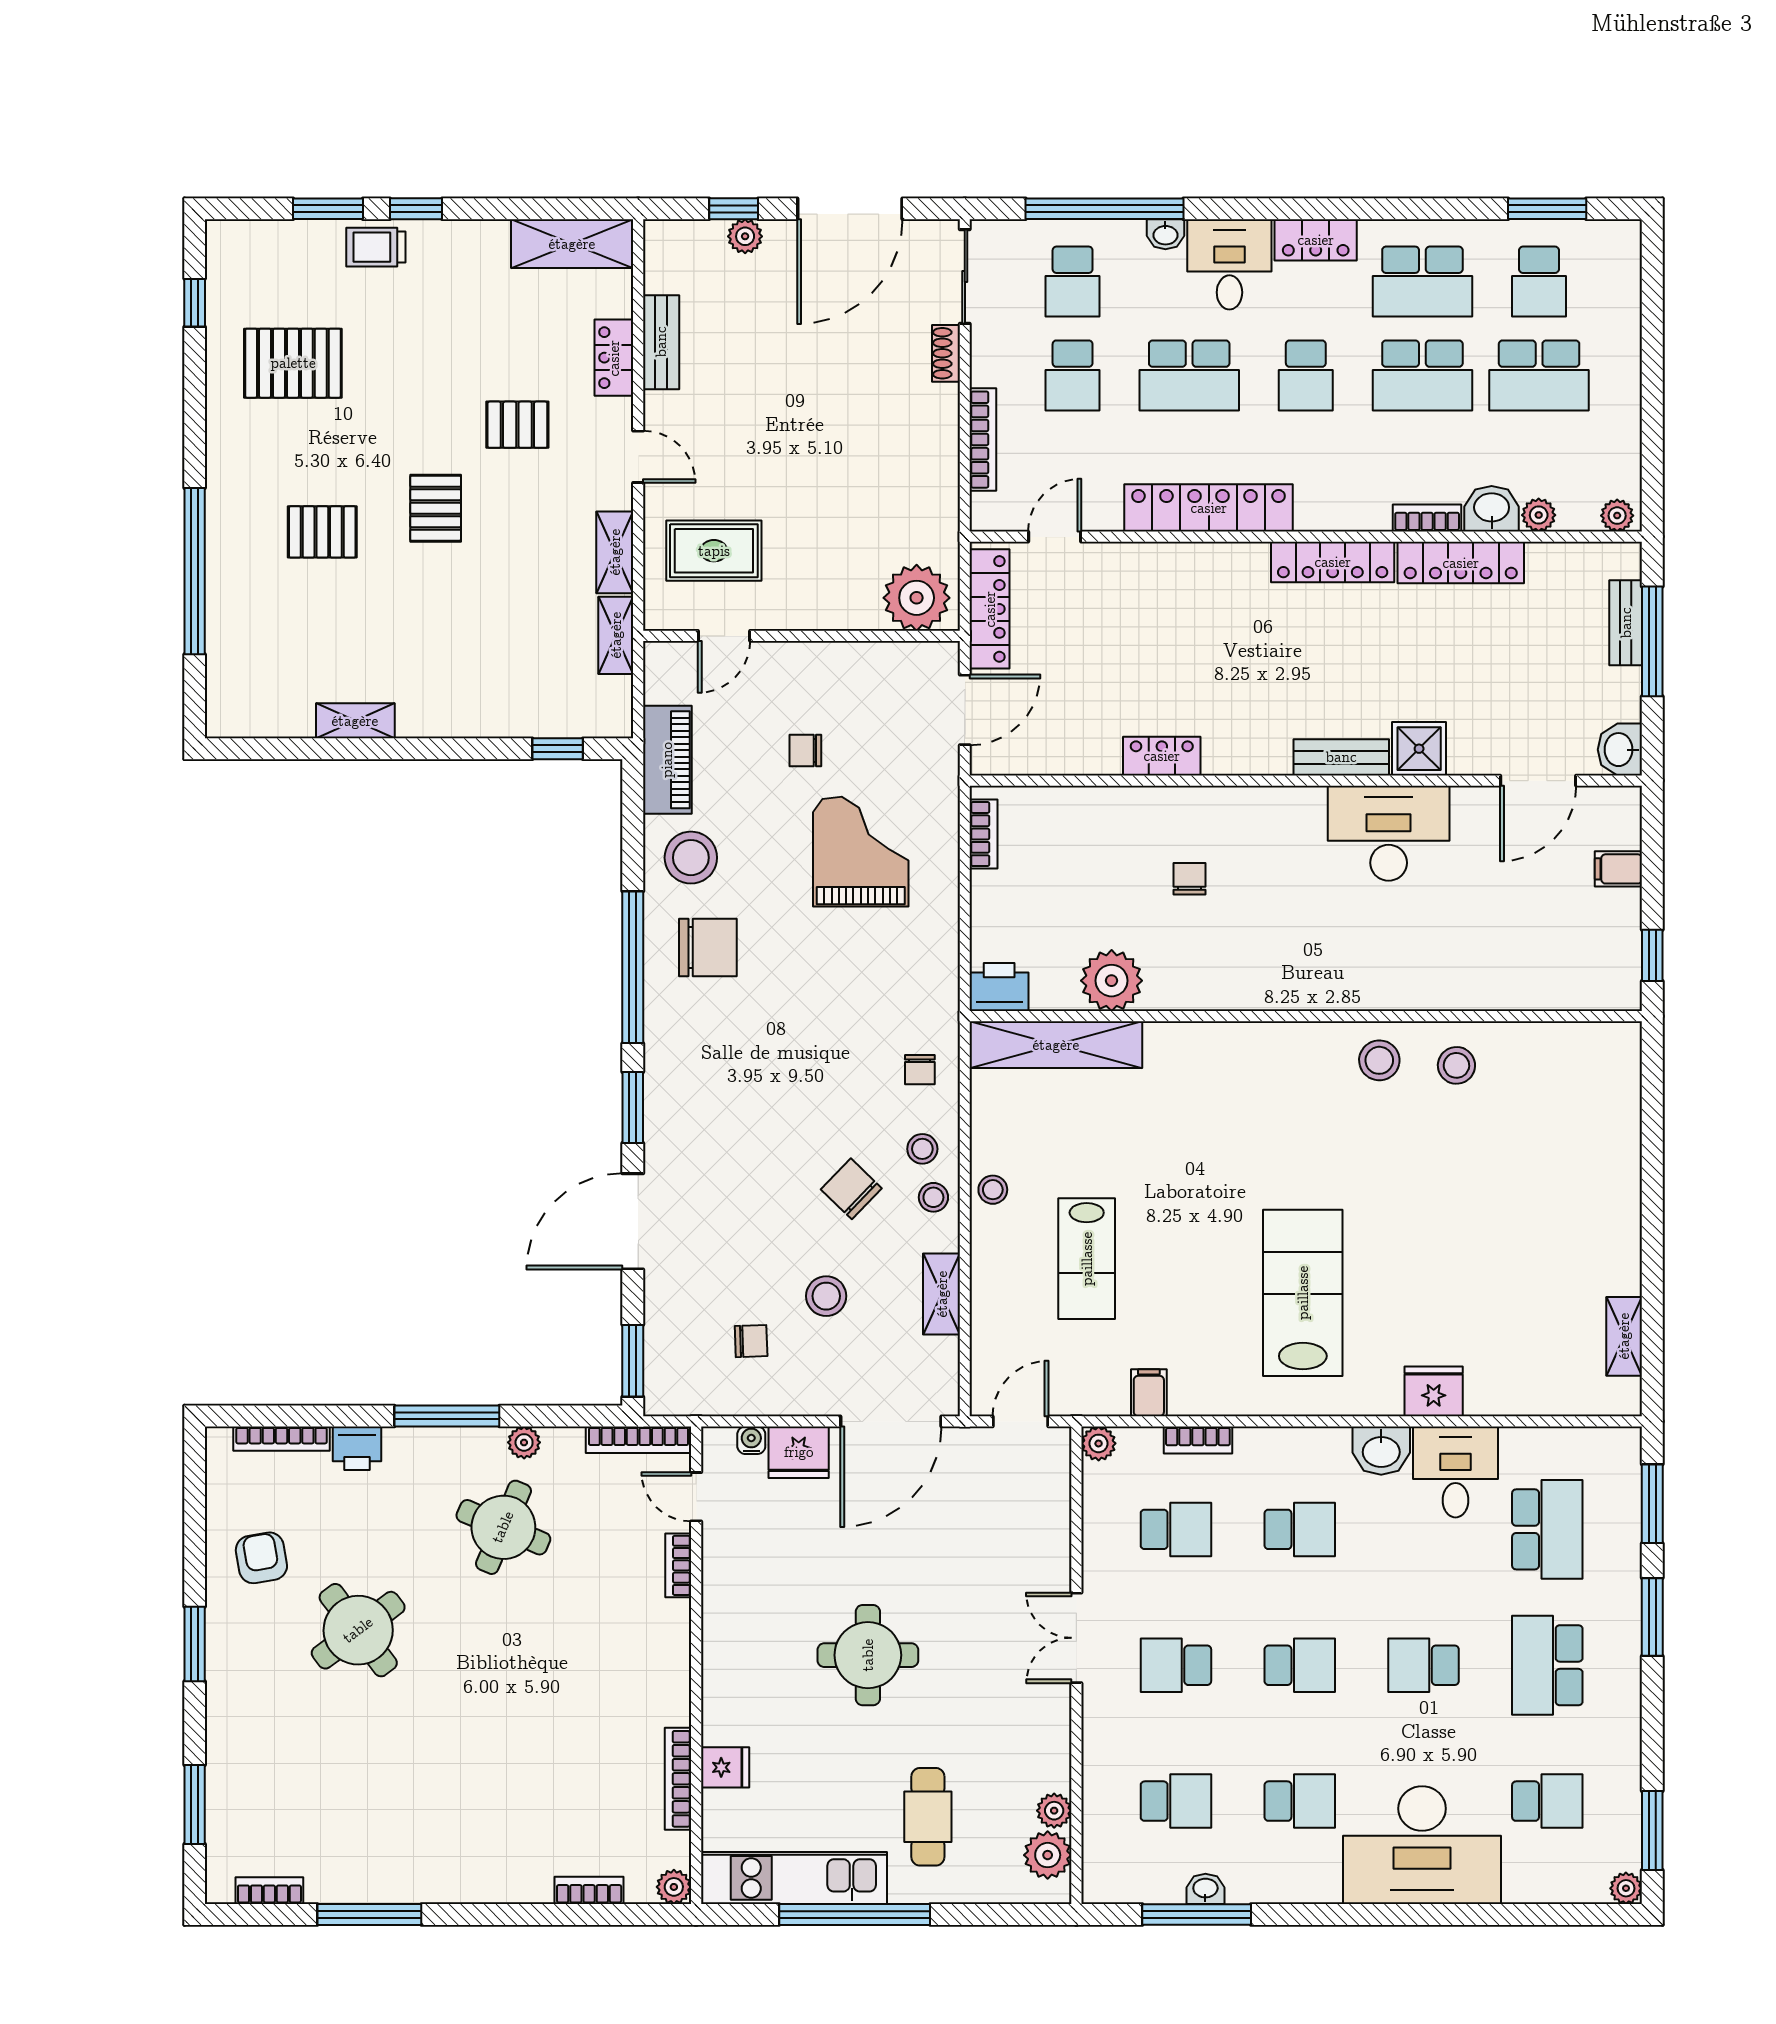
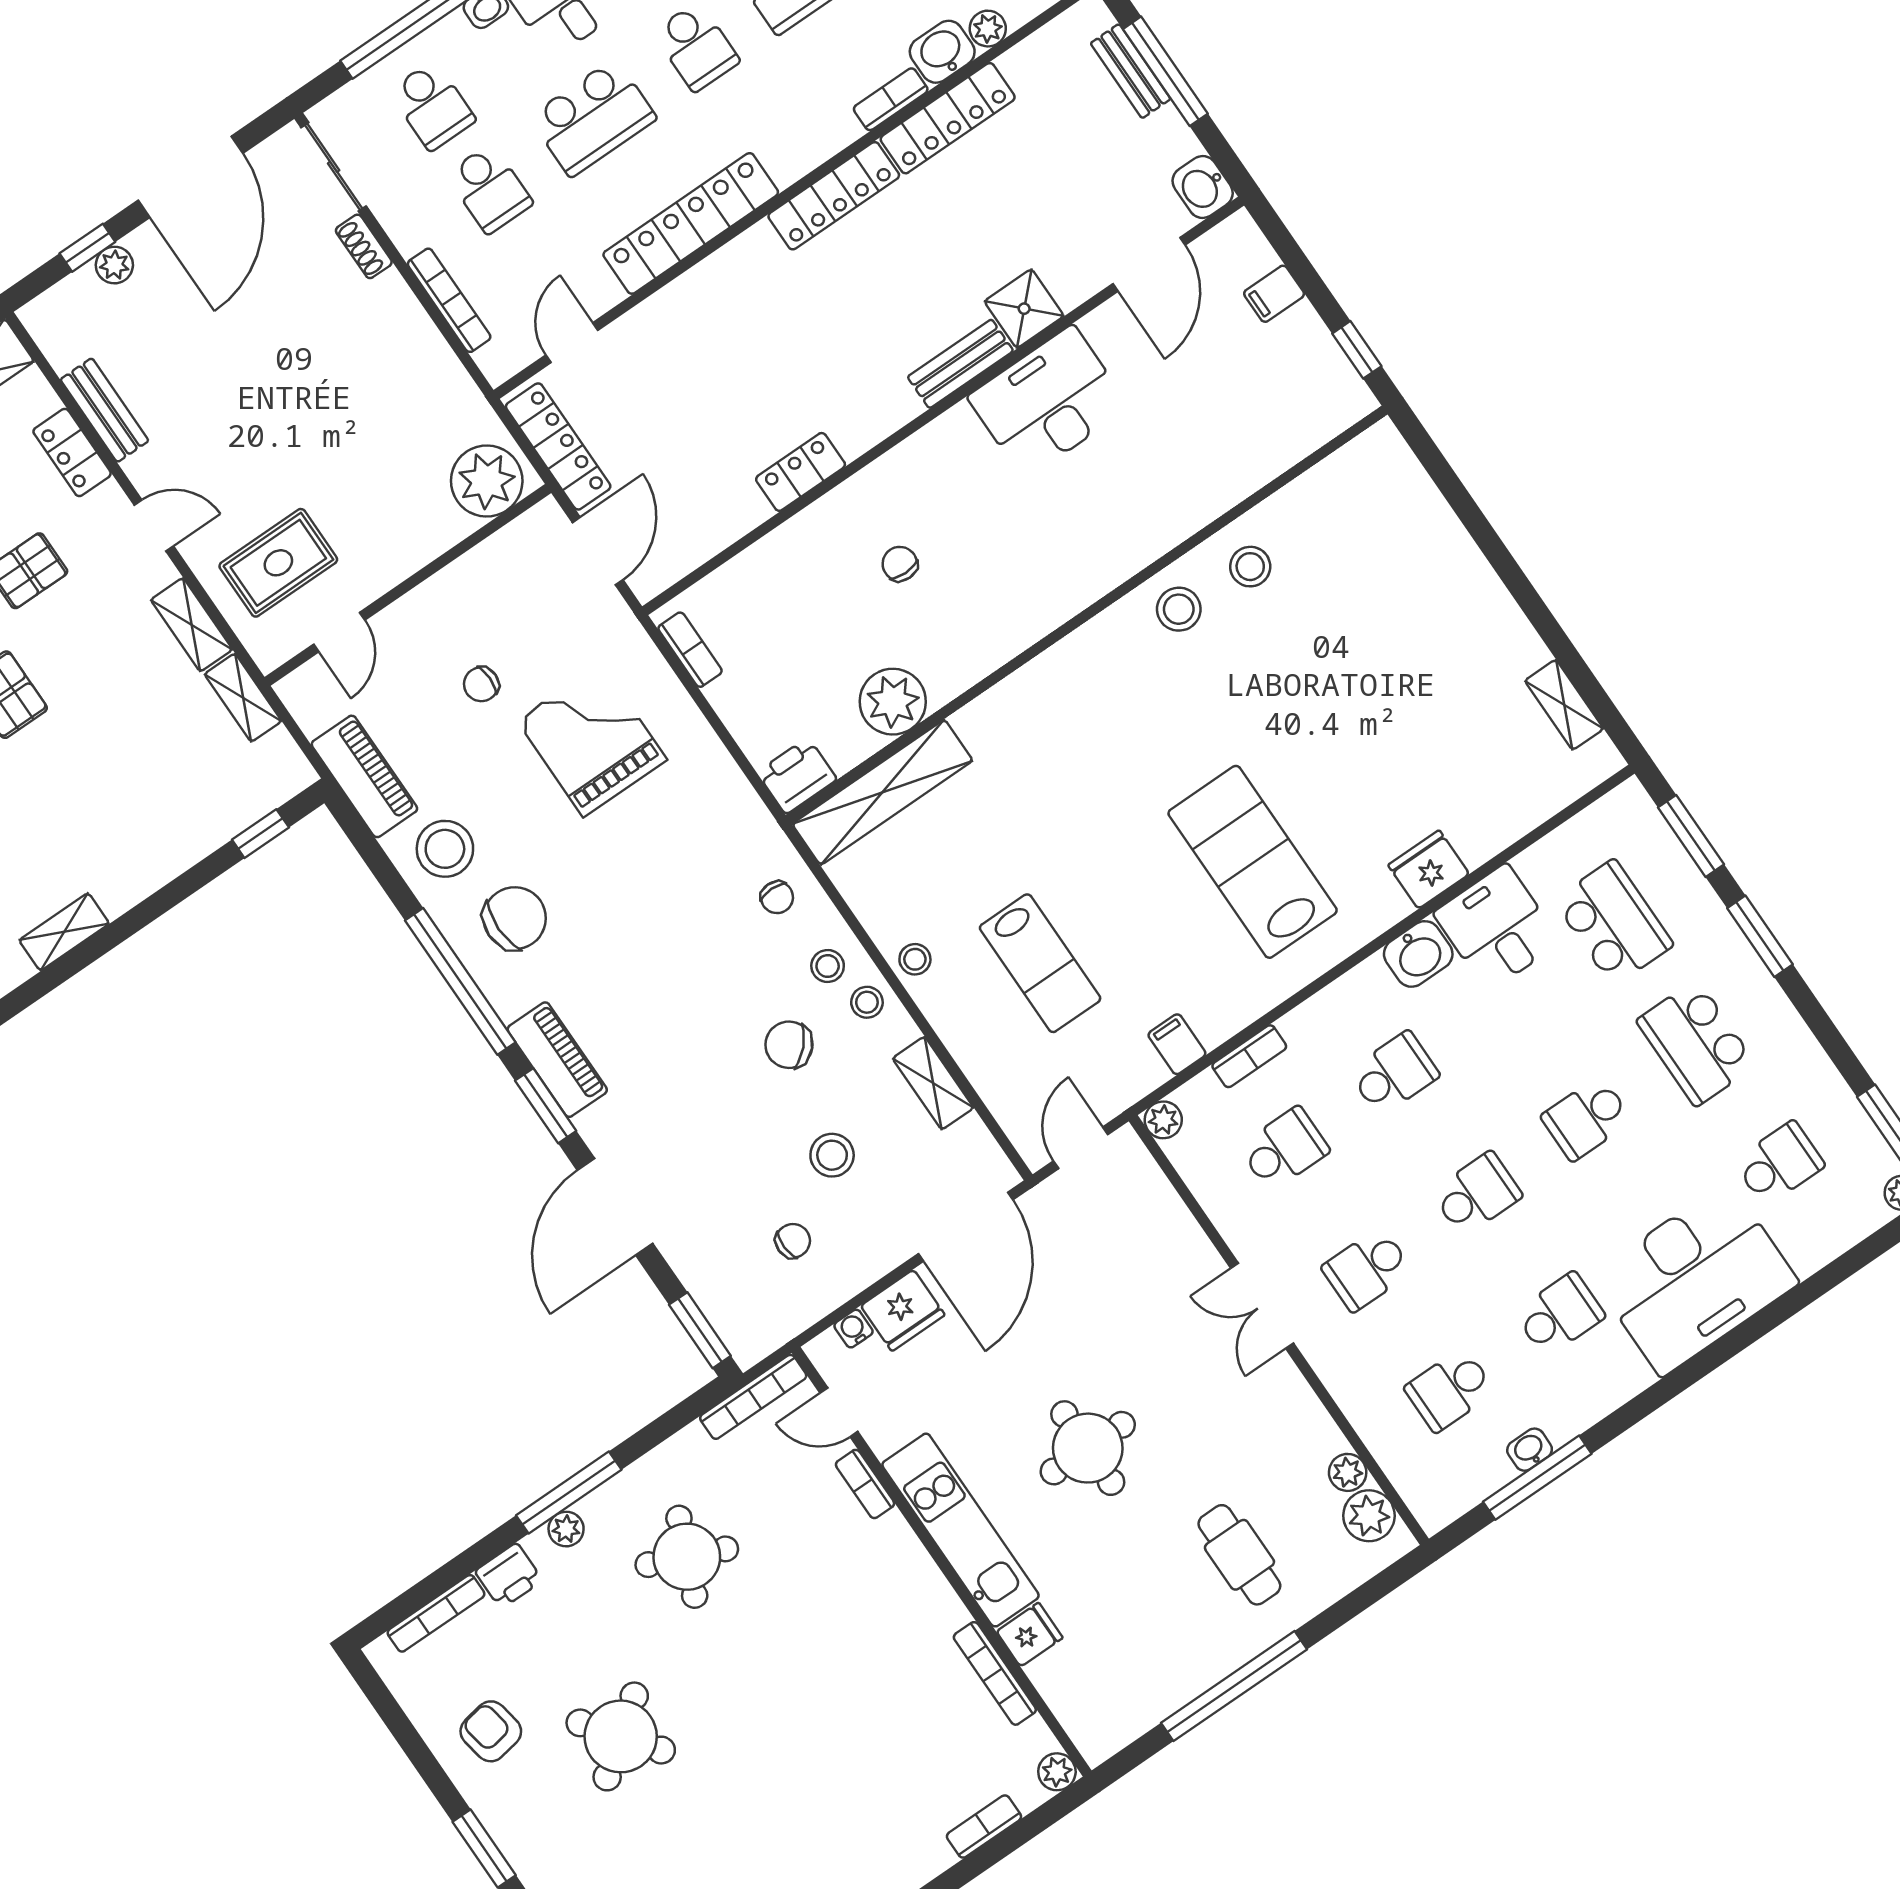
piano: (666, 1078) -> (557, 1060), added
plant: (524, 1442) -> (566, 1529), moved
school desk: (1176, 1801) -> (1450, 1390), turned 180
kitchen unit: (794, 1878) -> (961, 1530), moved, turned 90

